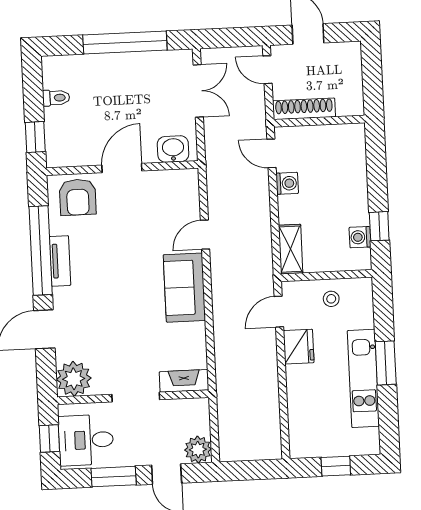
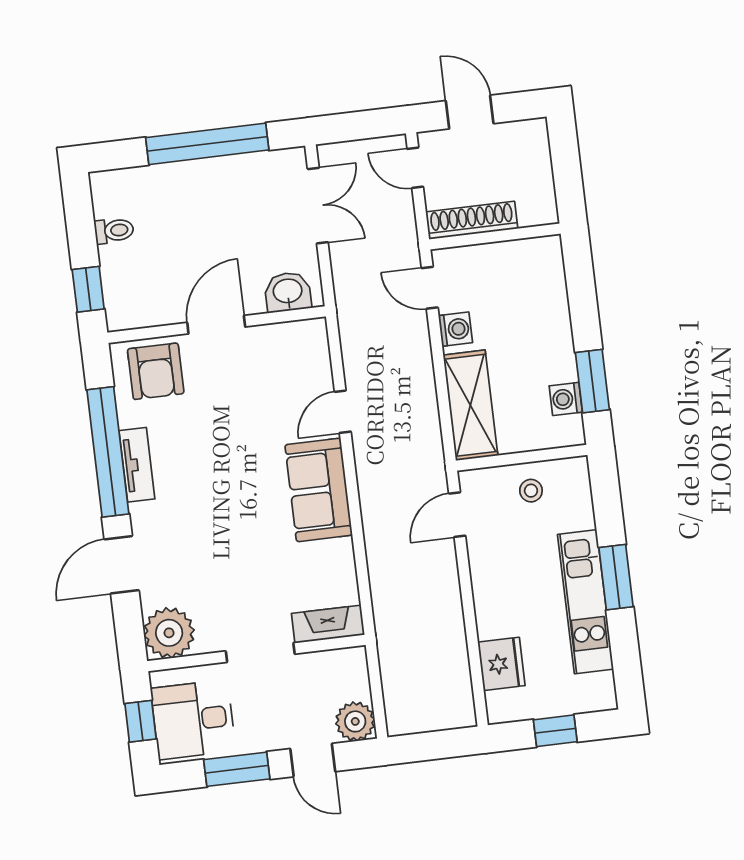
window: (379, 226) -> (592, 381), width x1.50
shelving: (291, 249) -> (470, 405), width x1.50, depth x1.33
fridge: (299, 347) -> (501, 664), moved

